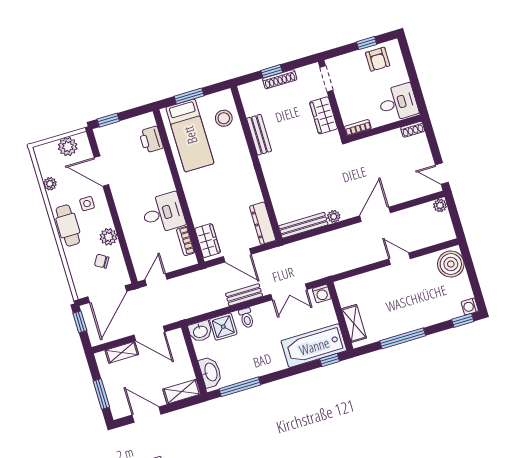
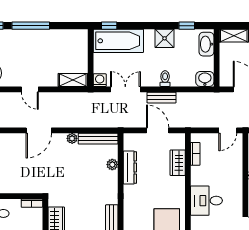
plant: (278, 200) -> (112, 165), added
desk: (163, 213) -> (206, 201), moved
dresser: (263, 223) -> (130, 167), moved
wardrobe: (208, 241) -> (178, 163), moved
shelving: (354, 323) -> (73, 80), moved, turned 90
shower: (223, 327) -> (165, 38), moved
window: (403, 338) -> (31, 26), moved
window: (240, 387) -> (187, 26), width x0.46

